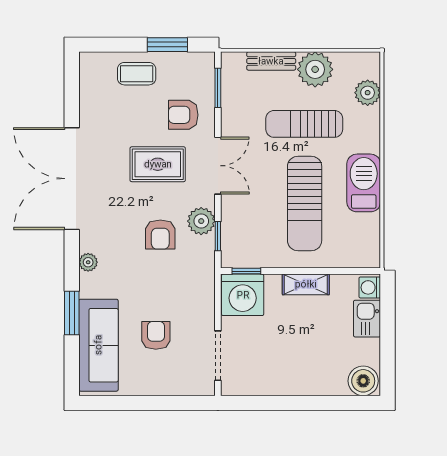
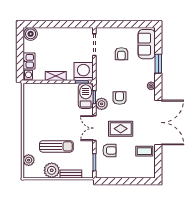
window: (167, 45) -> (116, 181), removed
coffee table: (137, 74) -> (144, 151), moved
barbecue: (364, 183) -> (86, 96), moved, turned 180
sun lounger: (305, 203) -> (56, 112), removed
sofa: (98, 345) -> (147, 44), width x0.73

